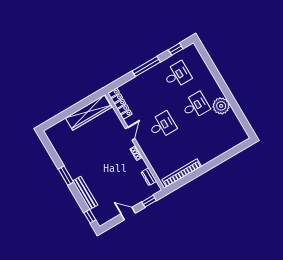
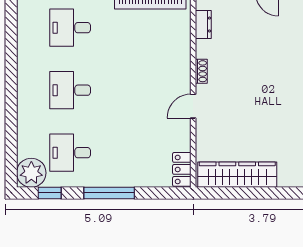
locker: (120, 104) -> (182, 169), width x0.66
plant: (221, 106) -> (31, 173), moved
desk: (162, 125) -> (70, 28), moved

